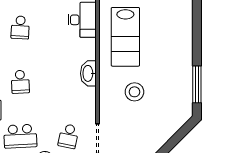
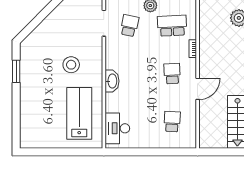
window: (197, 84) -> (16, 71), width x0.69

